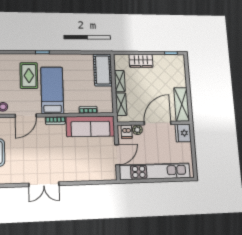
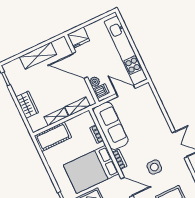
bed: (52, 90) -> (91, 169), width x1.50
shelving: (182, 104) -> (38, 56), moved
side table: (33, 150) -> (154, 167), added

